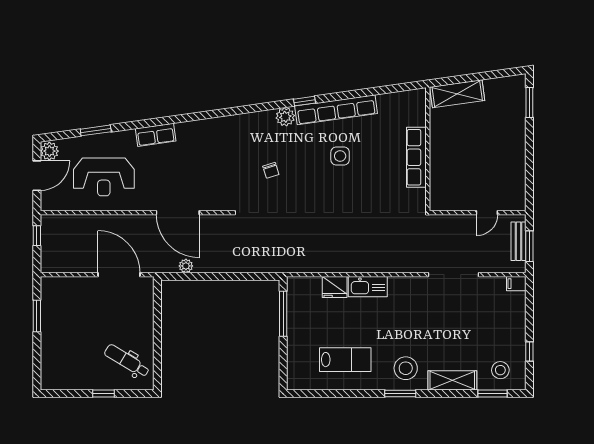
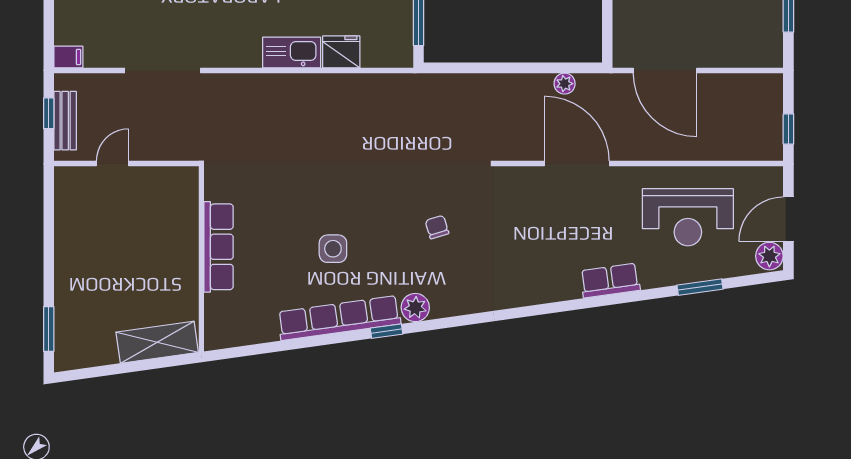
reception desk: (104, 177) -> (688, 217), turned 180
window: (529, 246) -> (49, 113), width x0.67

